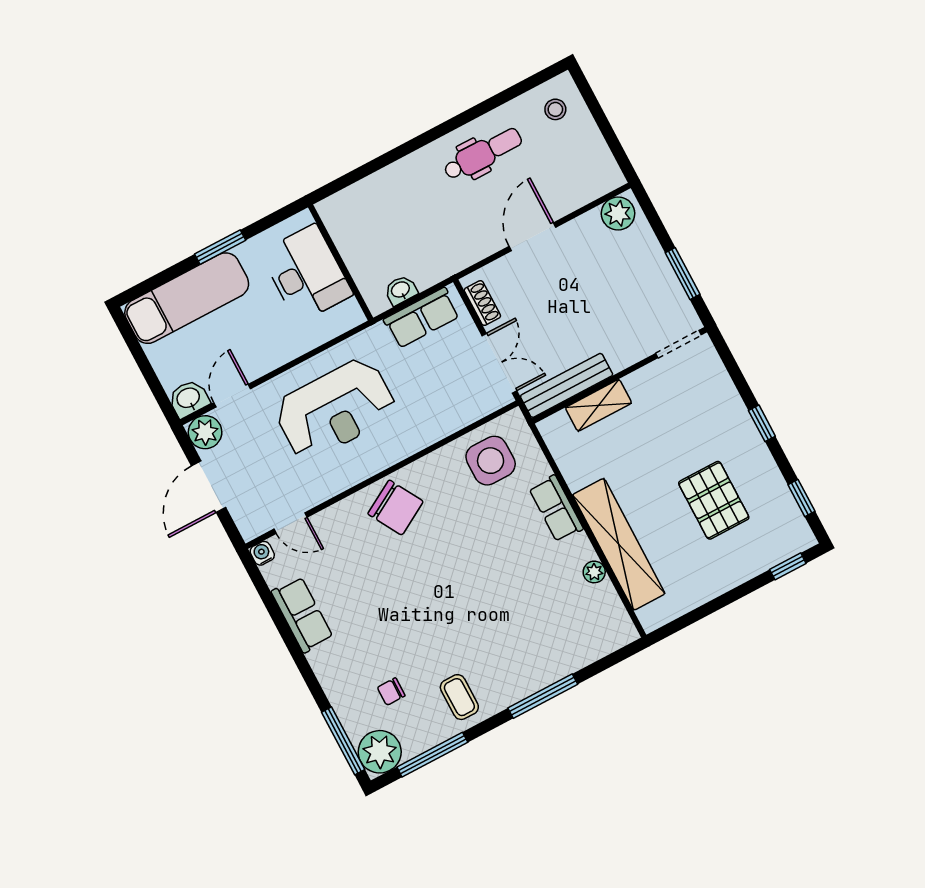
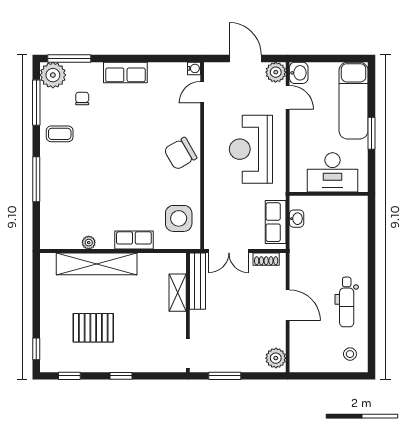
row of seats: (302, 615) -> (125, 72), moved

